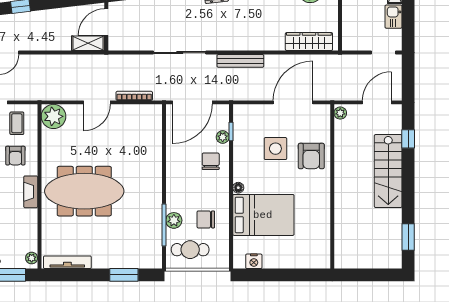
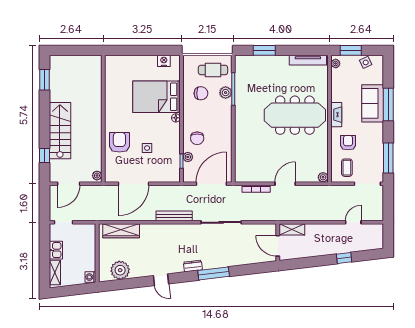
door: (106, 22) -> (278, 246), swing flipped
plant: (53, 116) -> (323, 177), width x0.53, depth x0.53
side table: (275, 149) -> (147, 148), width x0.54, depth x0.54

